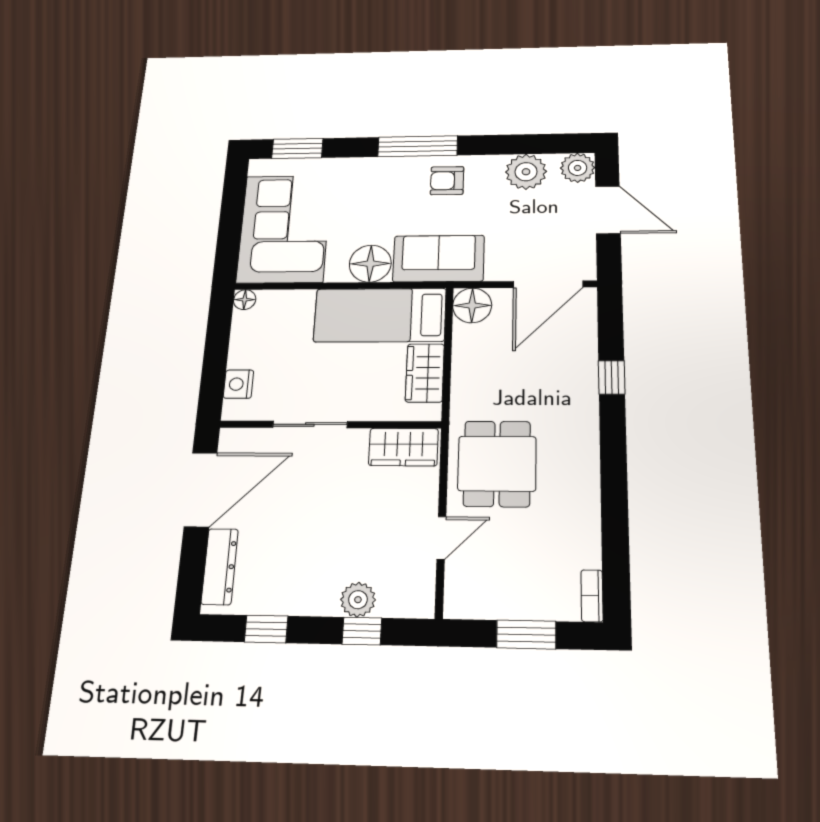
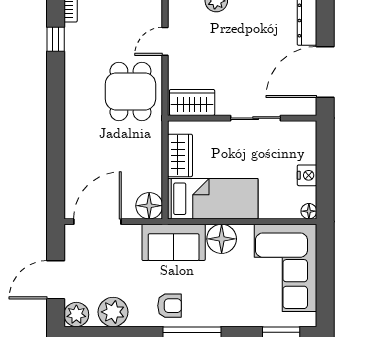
door: (608, 210) -> (56, 280), hinge flipped
window: (612, 377) -> (56, 39), moved
nightstand: (238, 384) -> (307, 175), moved

